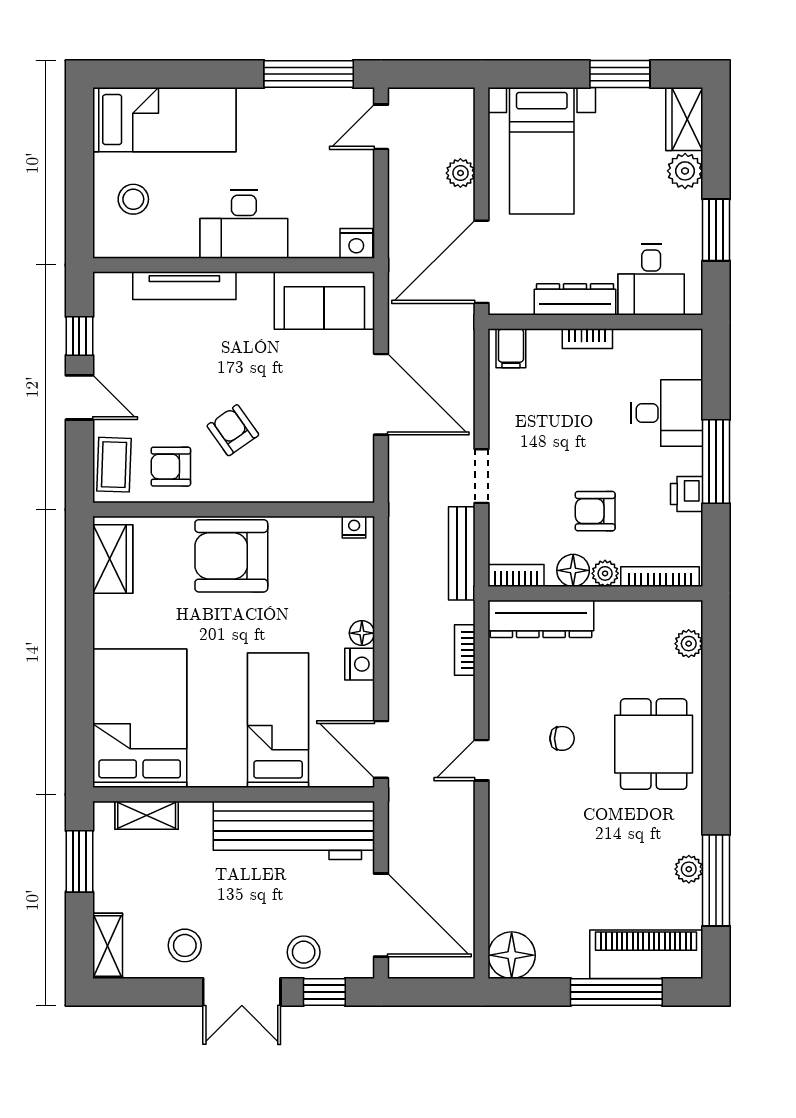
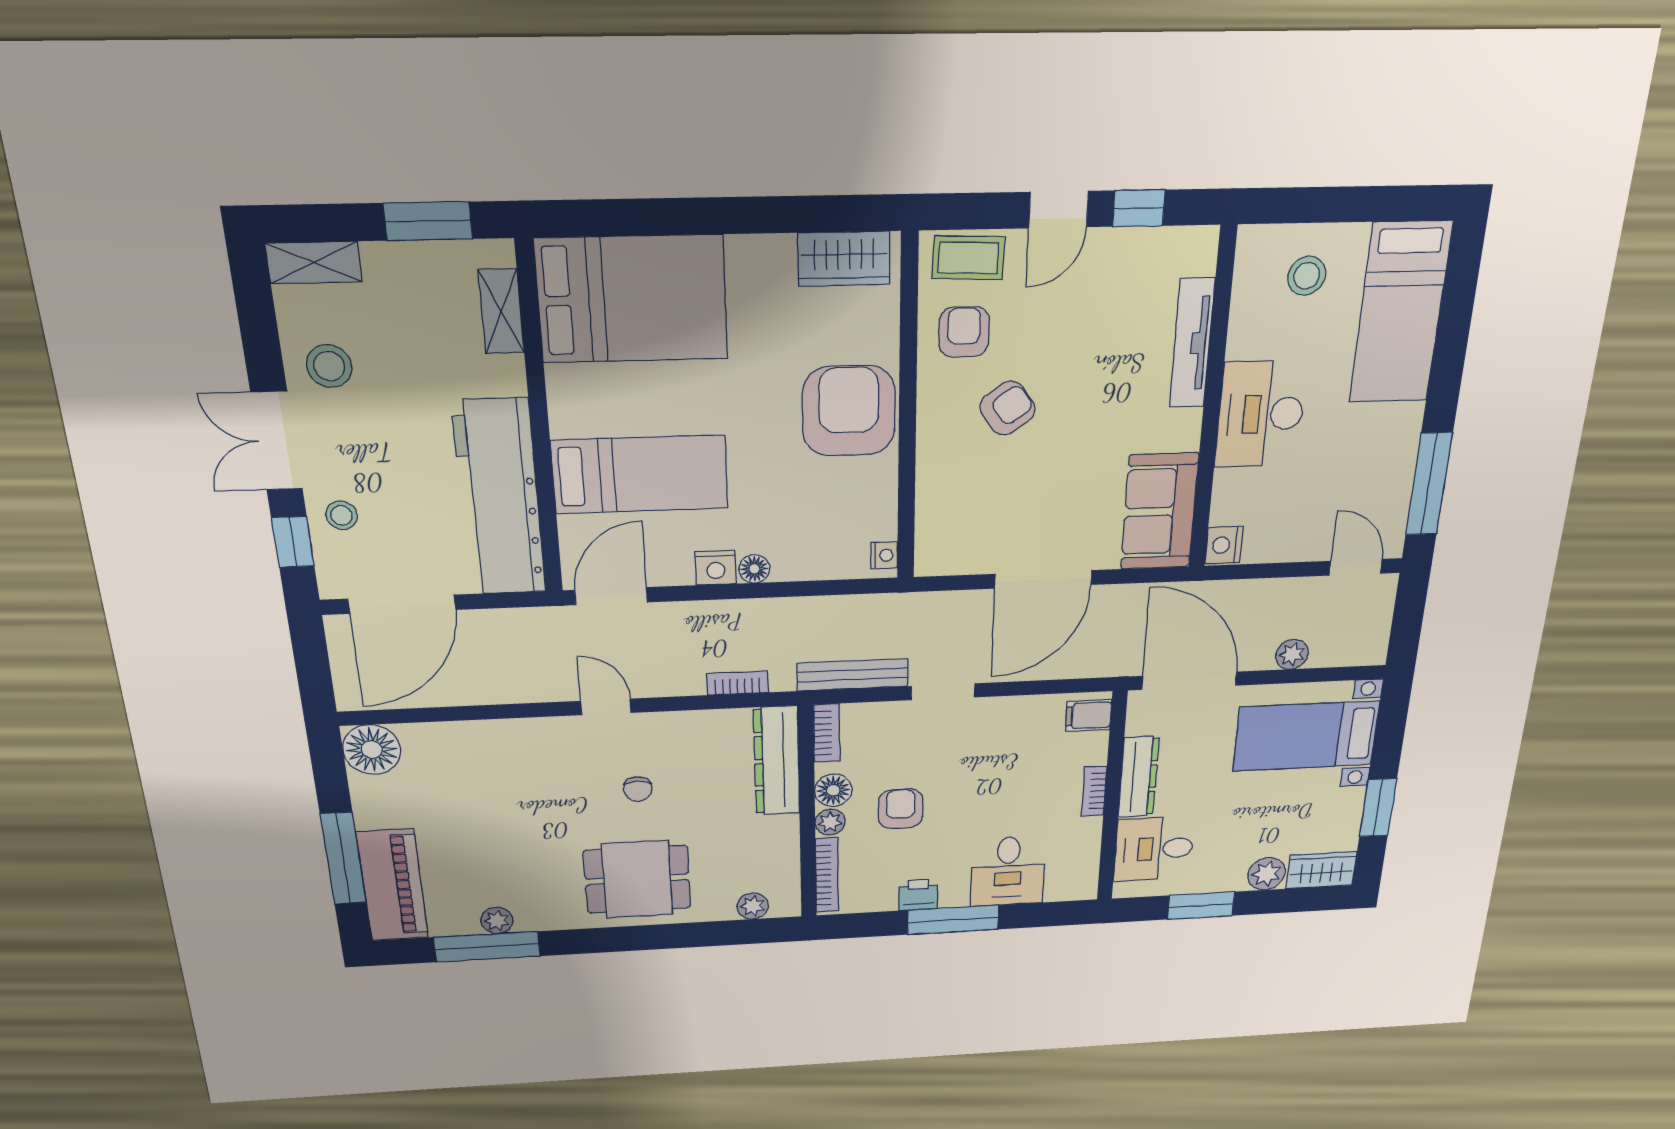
stool: (304, 952) -> (342, 515), width x0.73, depth x0.73

